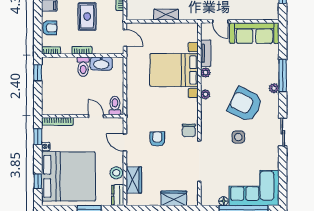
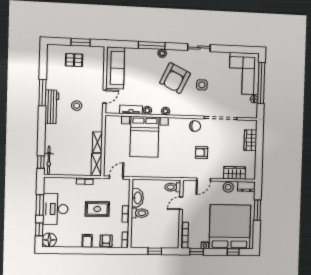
shelving: (139, 14) -> (96, 165), added
window: (38, 73) -> (155, 251), moved

